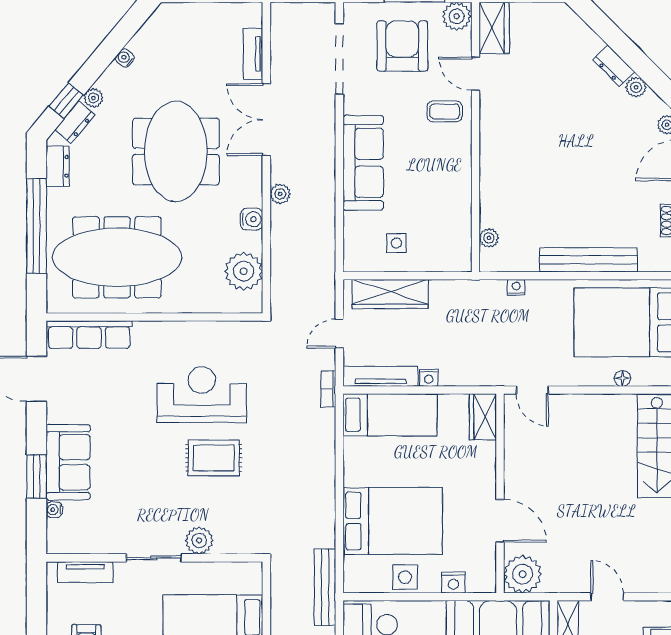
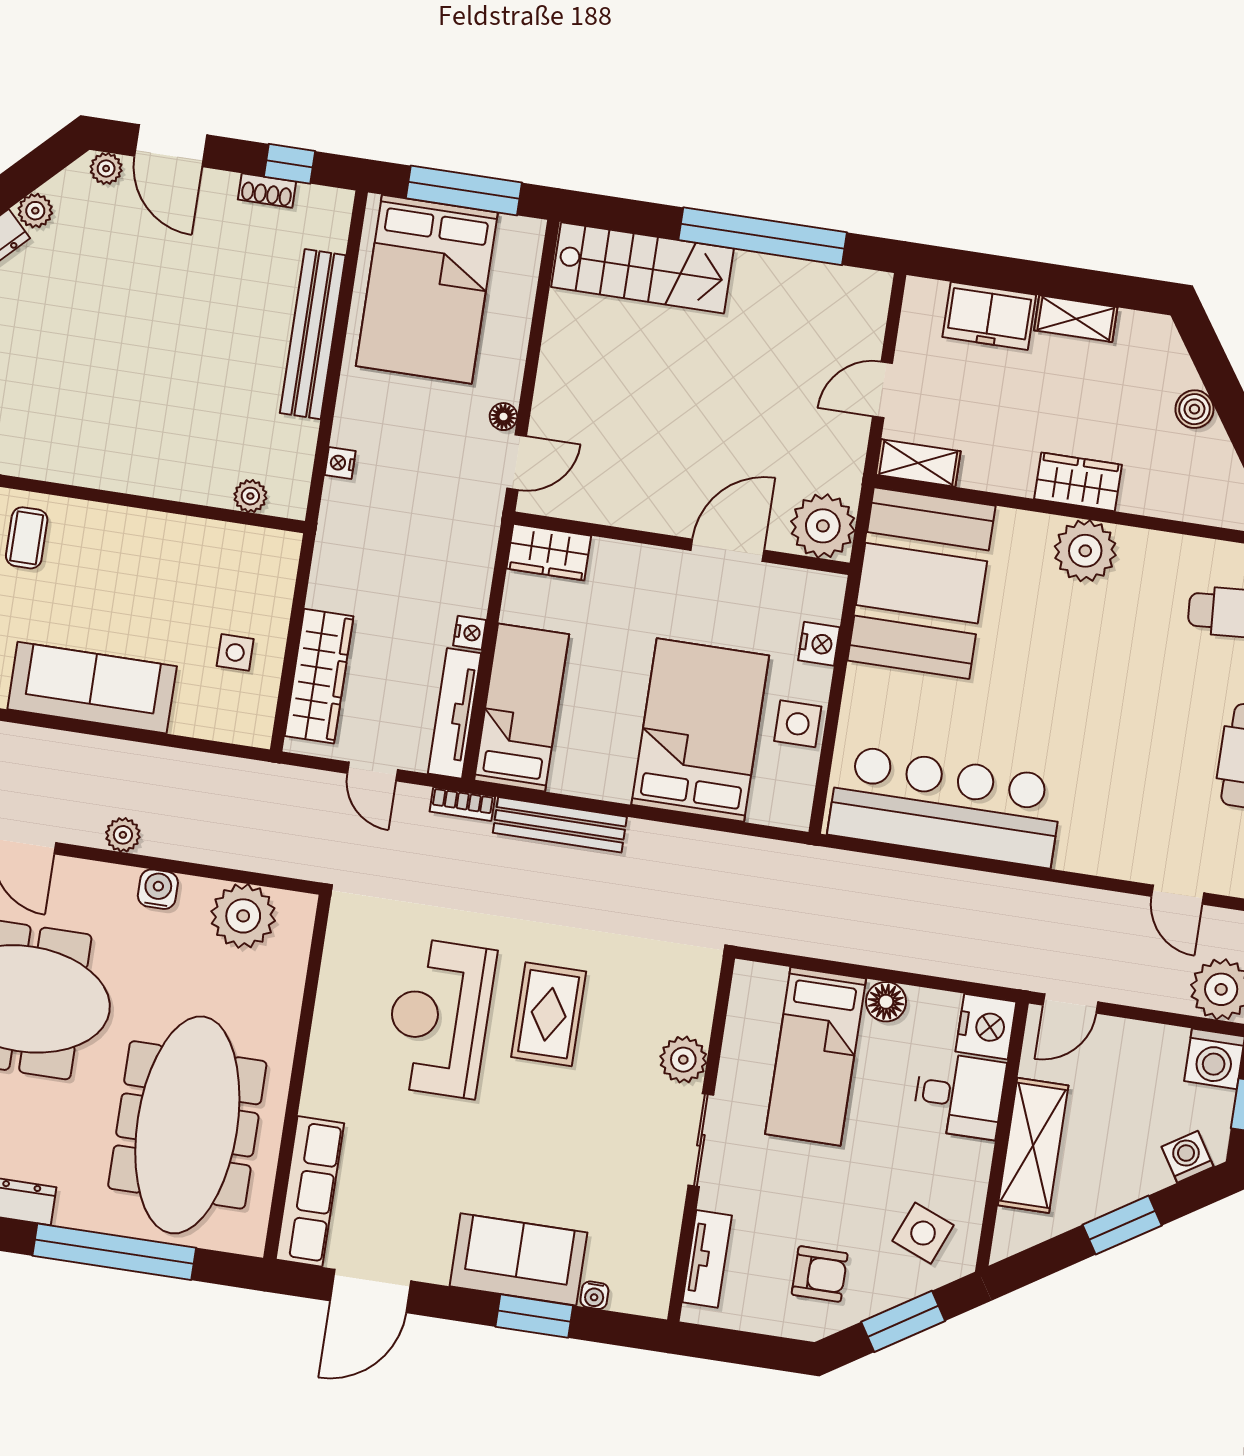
floor lamp: (622, 378) -> (503, 417), moved
bench: (325, 587) -> (560, 825), moved

